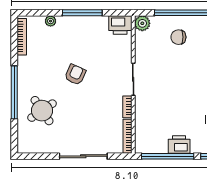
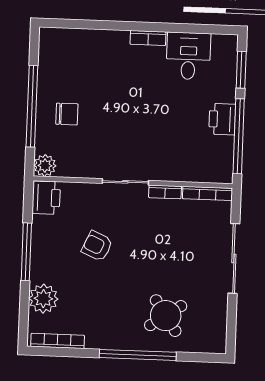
plant: (51, 21) -> (43, 299), width x1.87, depth x1.87
chair: (178, 37) -> (67, 114), turned -90
armchair: (75, 75) -> (97, 246), moved

